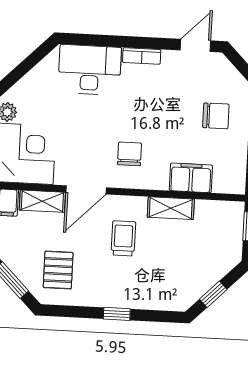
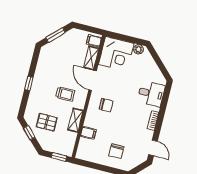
desk: (90, 70) -> (151, 94), width x0.73
filing cabinet: (191, 178) -> (88, 133), width x0.50
pallet: (58, 270) -> (47, 122), moved

